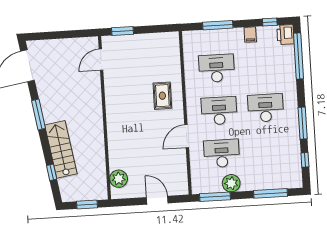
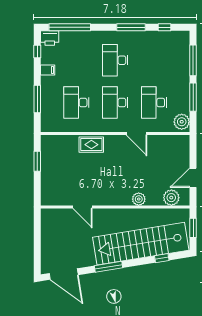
window: (122, 31) -> (37, 161), moved
door: (101, 60) -> (82, 207), moved
rug: (162, 96) -> (91, 145), moved
plant: (115, 143) -> (139, 199), added
stairs: (61, 149) -> (141, 244), width x1.86, depth x1.51
plant: (231, 183) -> (182, 122), moved
window: (215, 197) -> (193, 97), moved
door: (157, 200) -> (193, 178), moved

